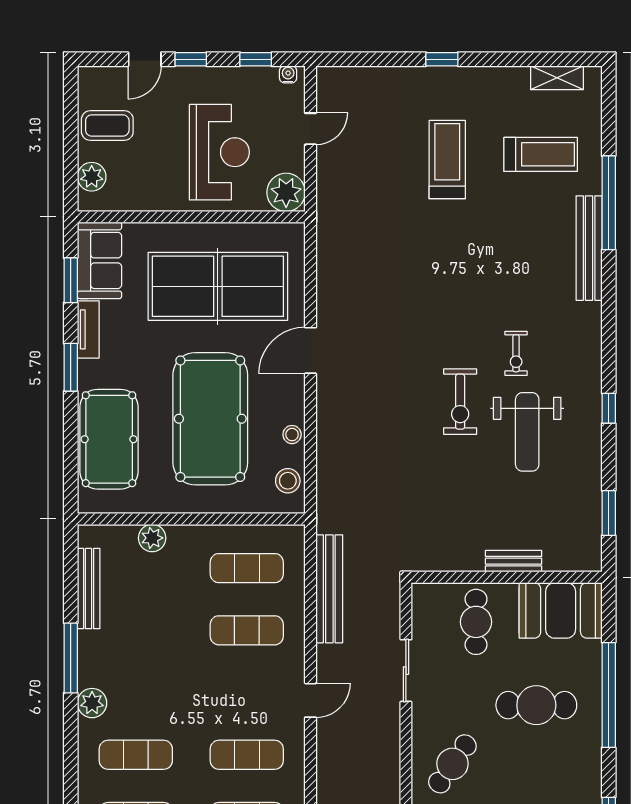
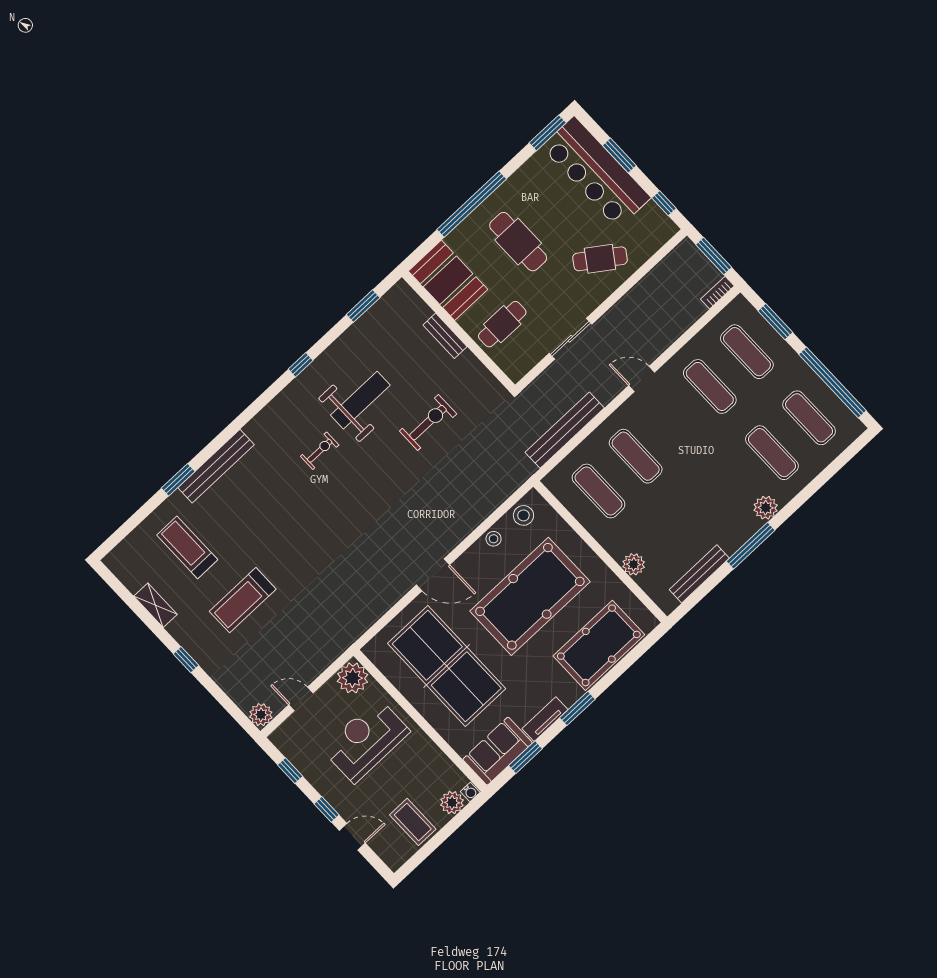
water cooler: (288, 74) -> (470, 792), moved, turned -90
shelving: (557, 78) -> (156, 605), moved
plant: (330, 80) -> (261, 715), added
window: (609, 203) -> (178, 480), width x0.47
exercise bike: (460, 402) -> (428, 423), moved

